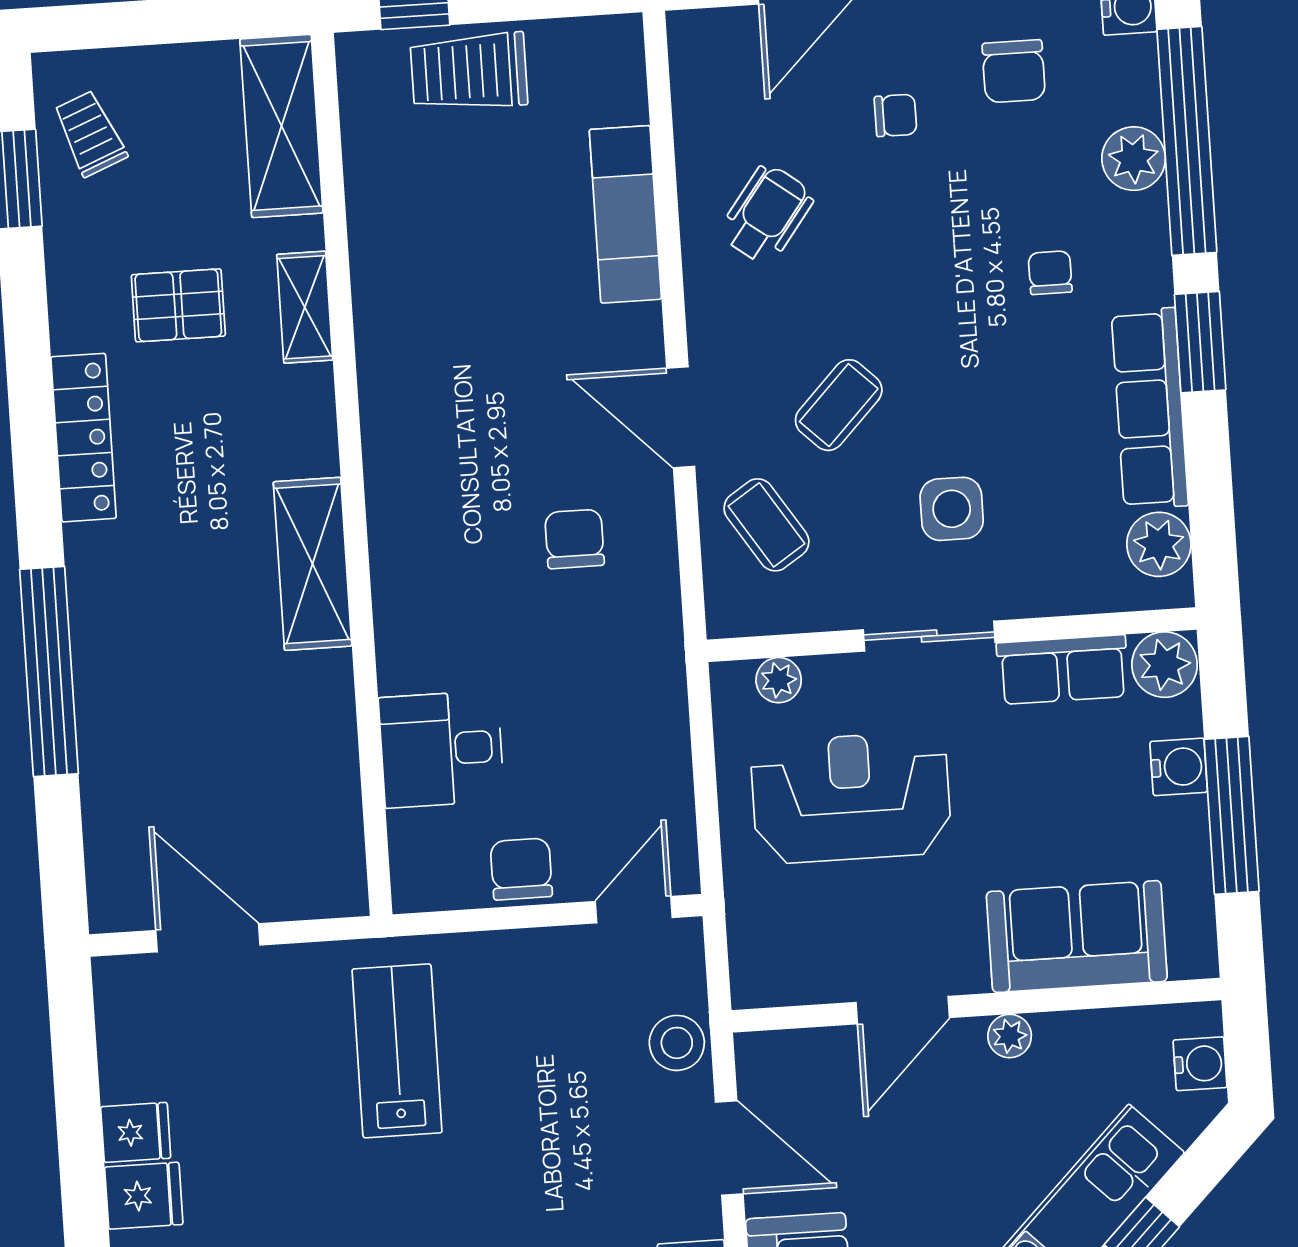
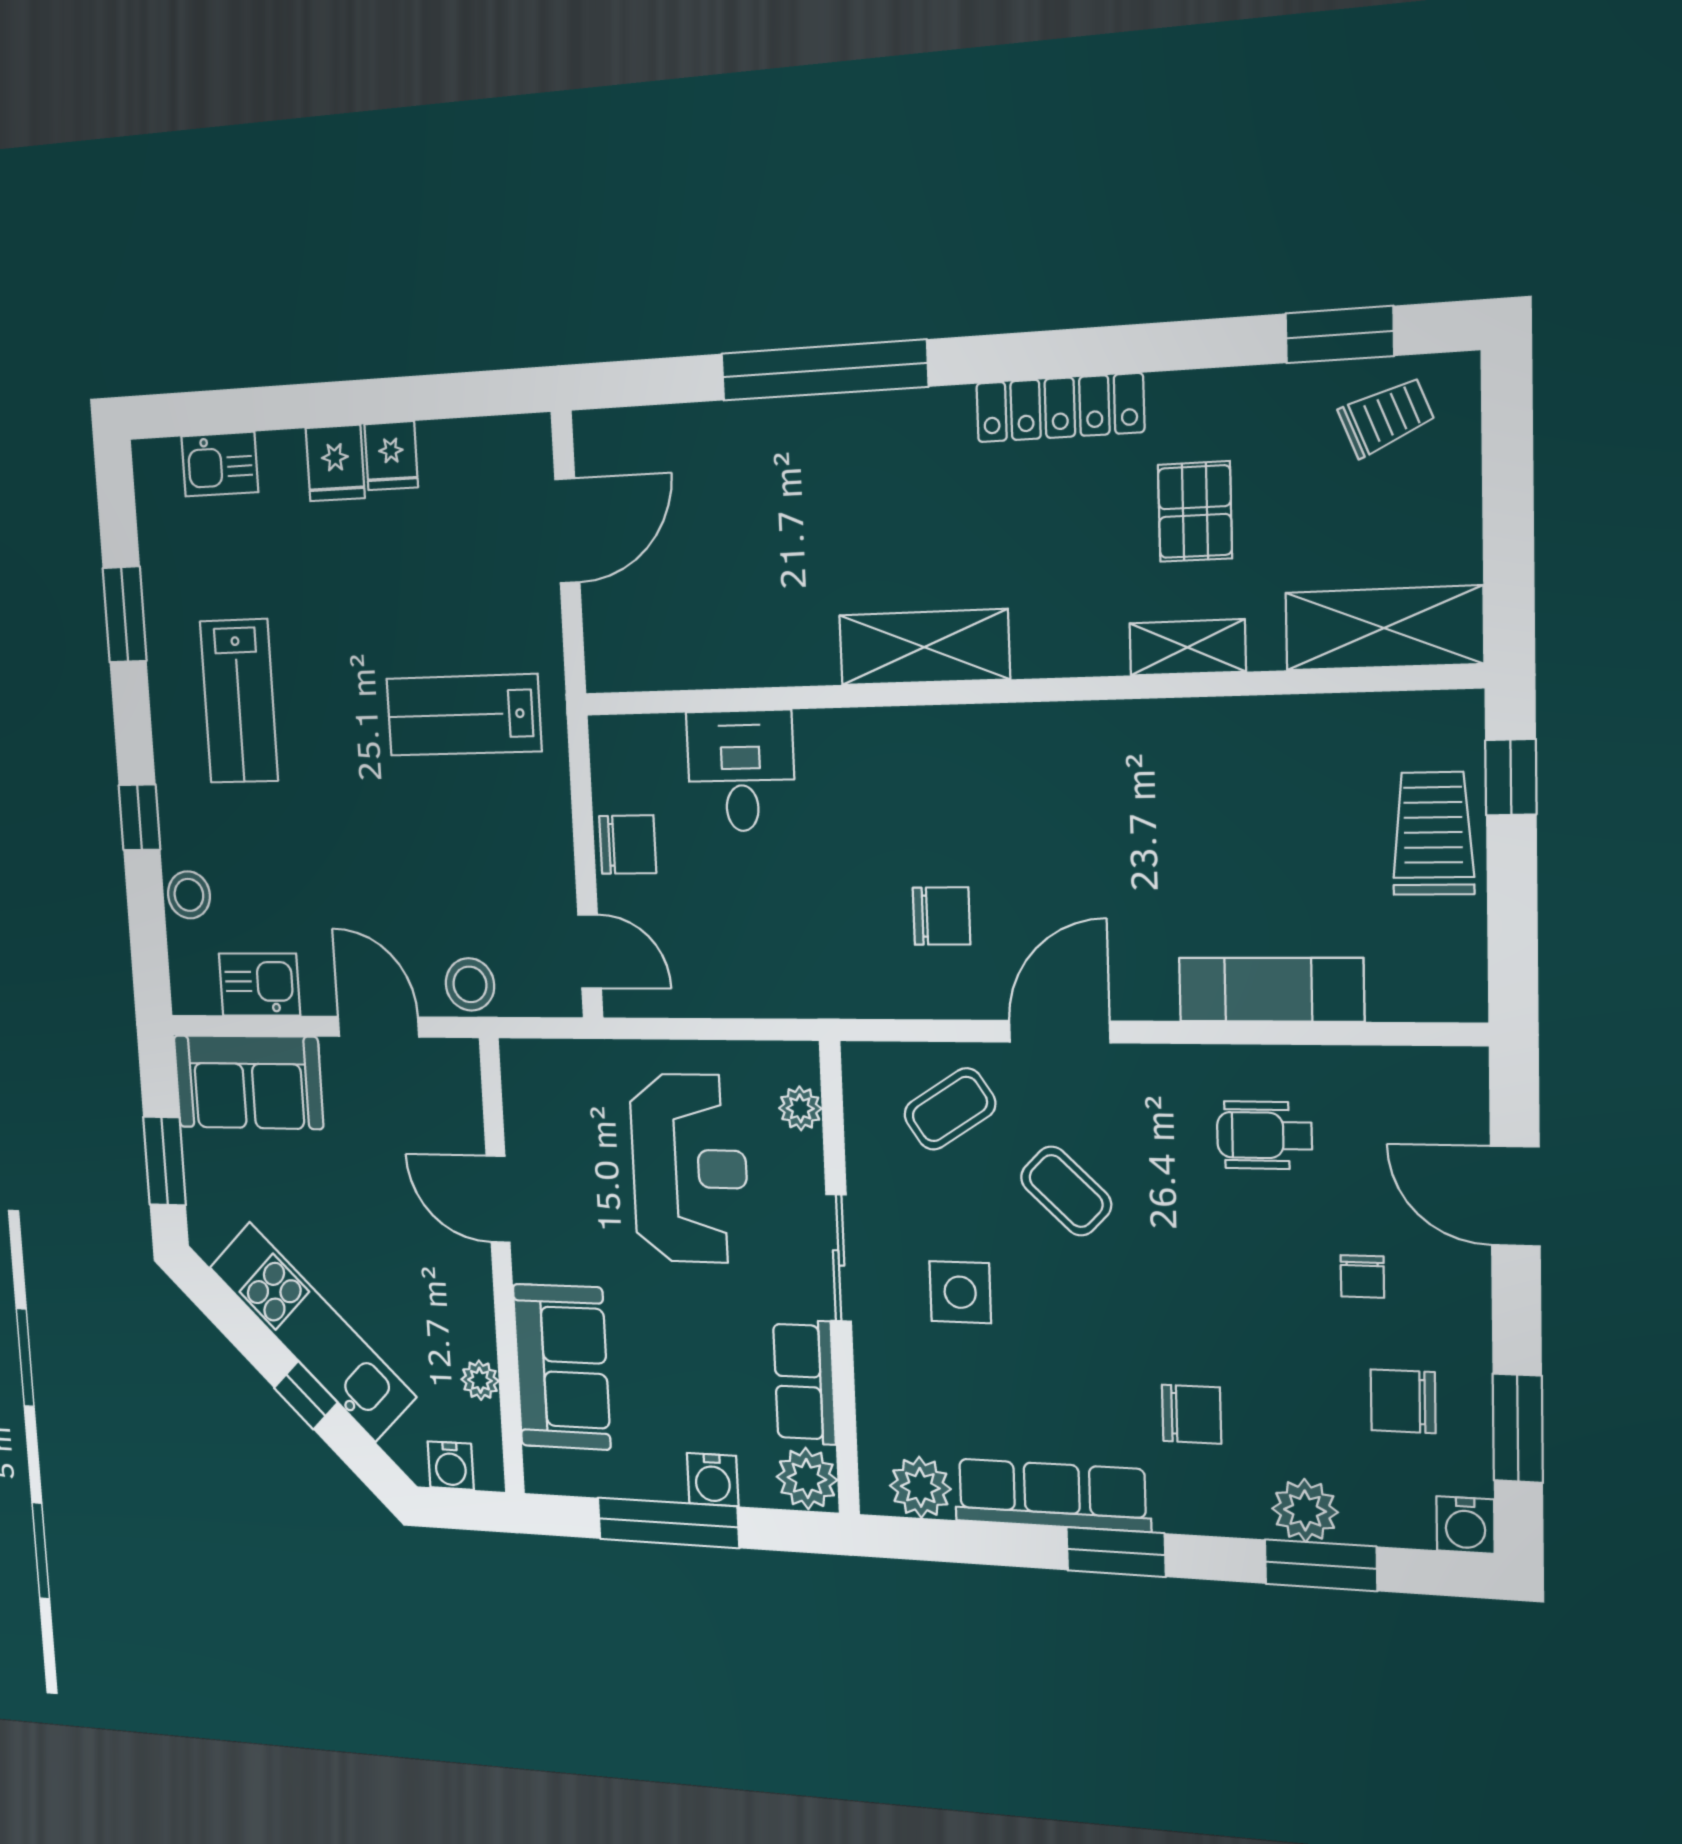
window: (1187, 141) -> (1321, 1565), width x0.47
wheelchair: (767, 214) -> (1264, 1135), turned 143
chair: (1050, 273) -> (1192, 1414), width x1.37, depth x1.37
plant: (1010, 1036) -> (480, 1380), moved
lab bench: (397, 1051) -> (464, 715), turned 180
door: (729, 1148) -> (378, 1027), swing flipped

